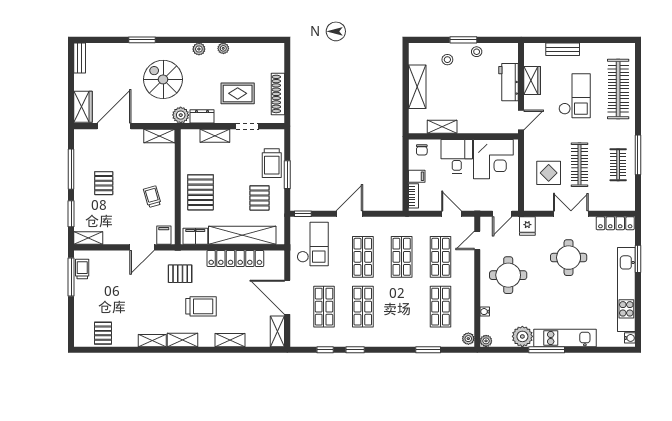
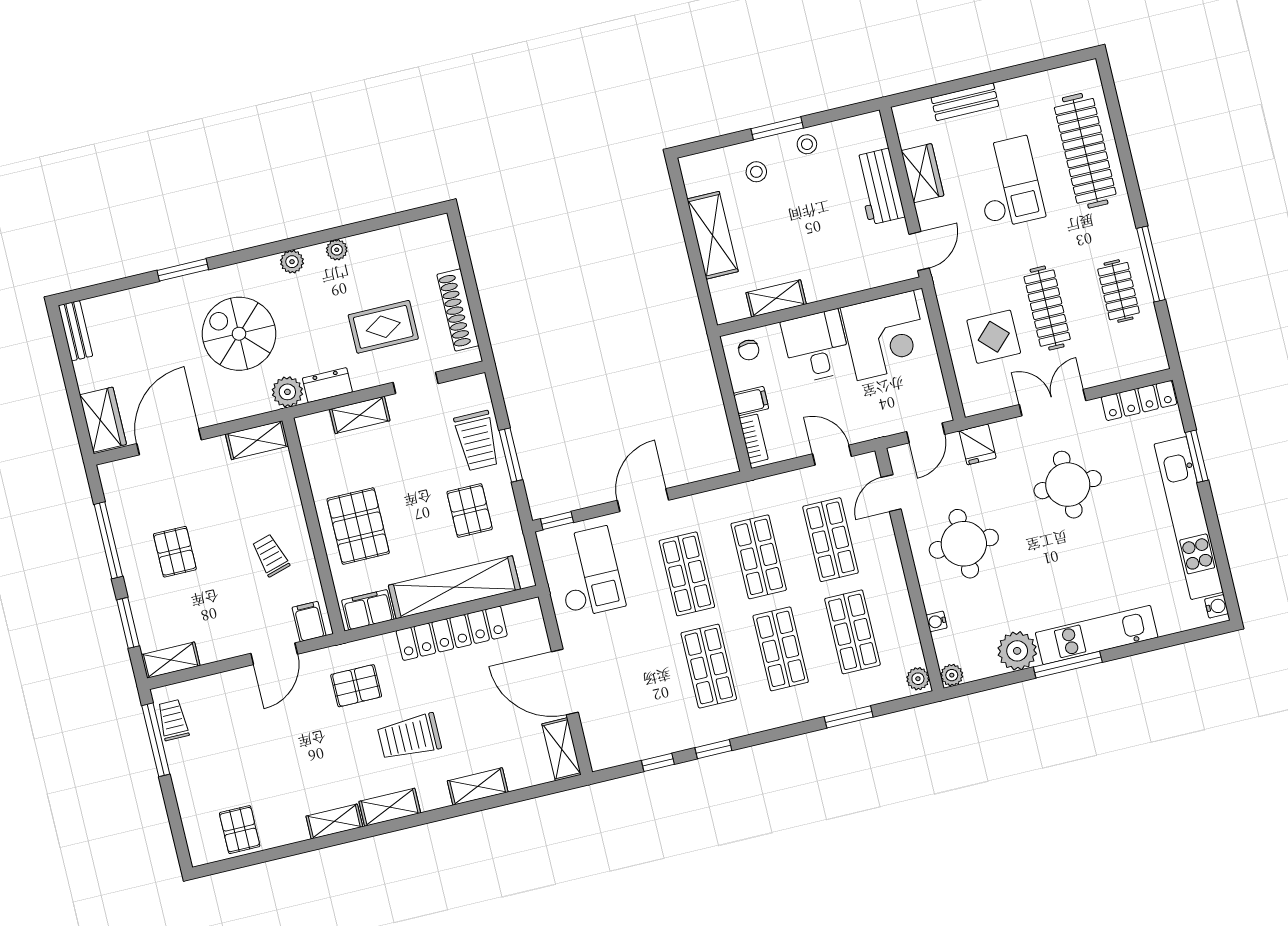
trolley: (201, 306) -> (409, 737), turned 180
shop shelf: (324, 307) -> (781, 649), moved

